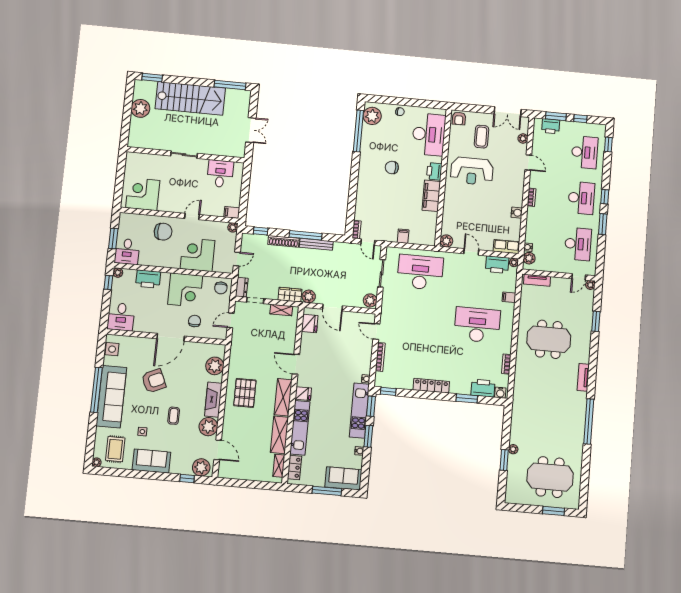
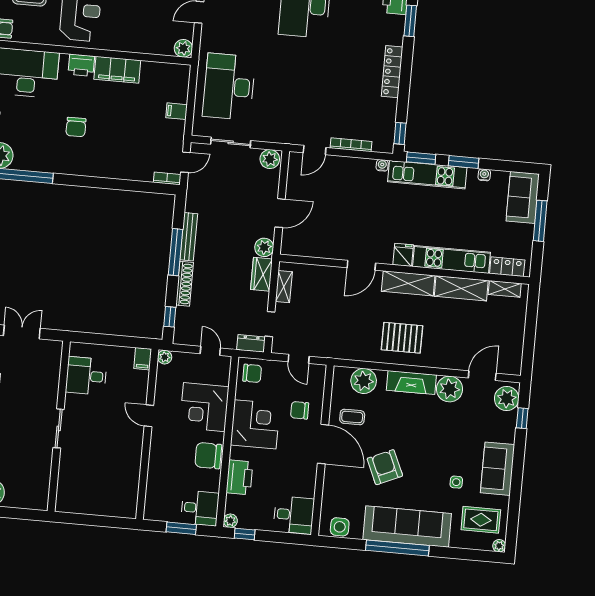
corner desk: (143, 194) -> (117, 487), removed
chair: (163, 232) -> (208, 456), moved, turned -90
fridge: (310, 323) -> (303, 246), removed
coffee table: (174, 416) -> (352, 417), moved

